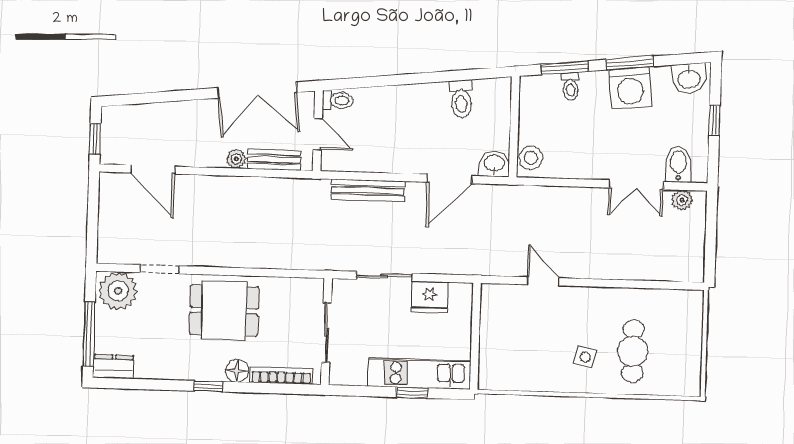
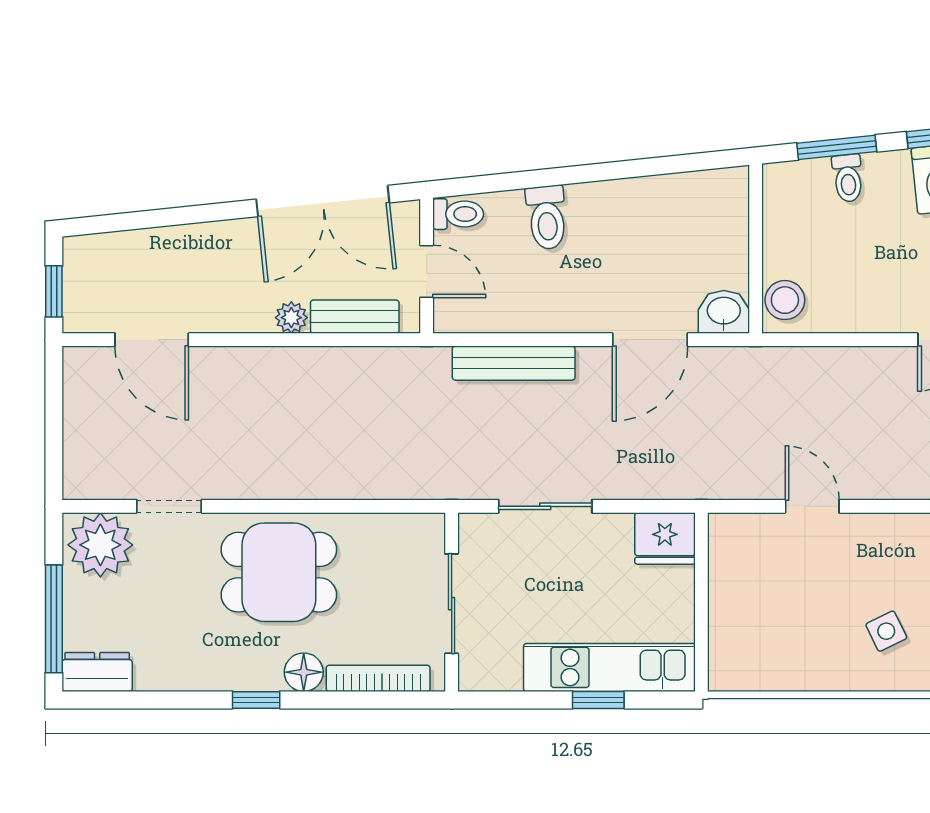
toilet: (461, 99) -> (547, 218), moved
fridge: (429, 297) -> (665, 538), moved
side table: (585, 357) -> (886, 631), turned -38

